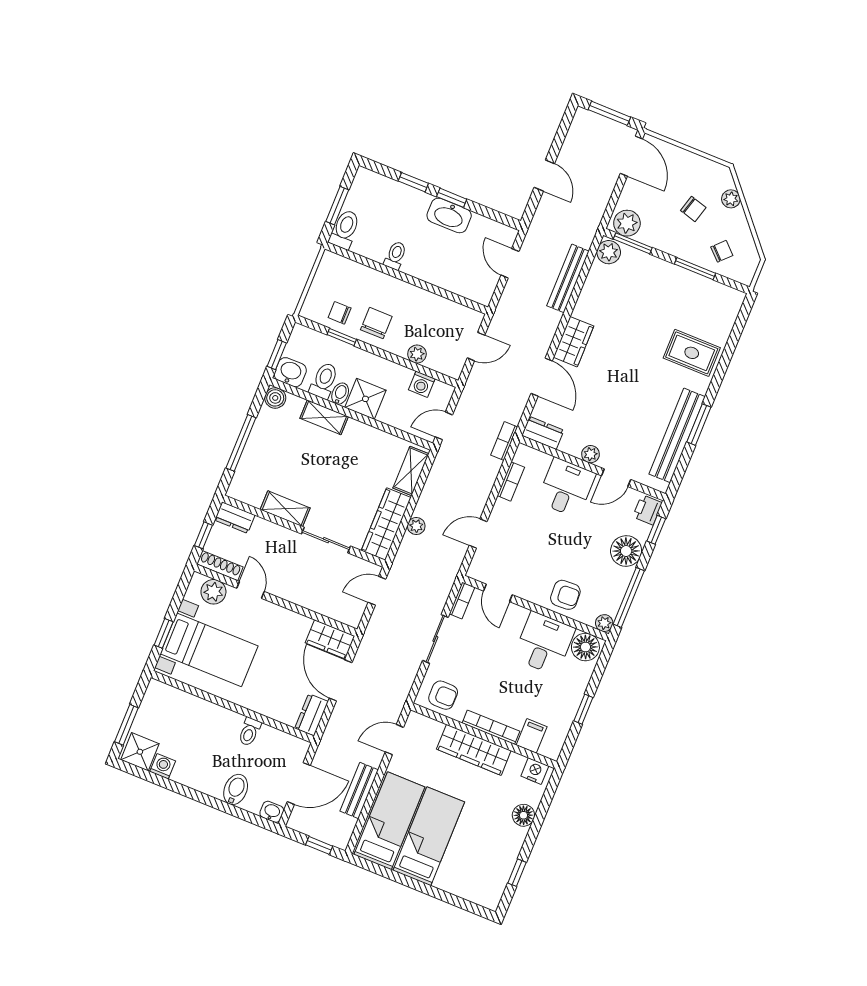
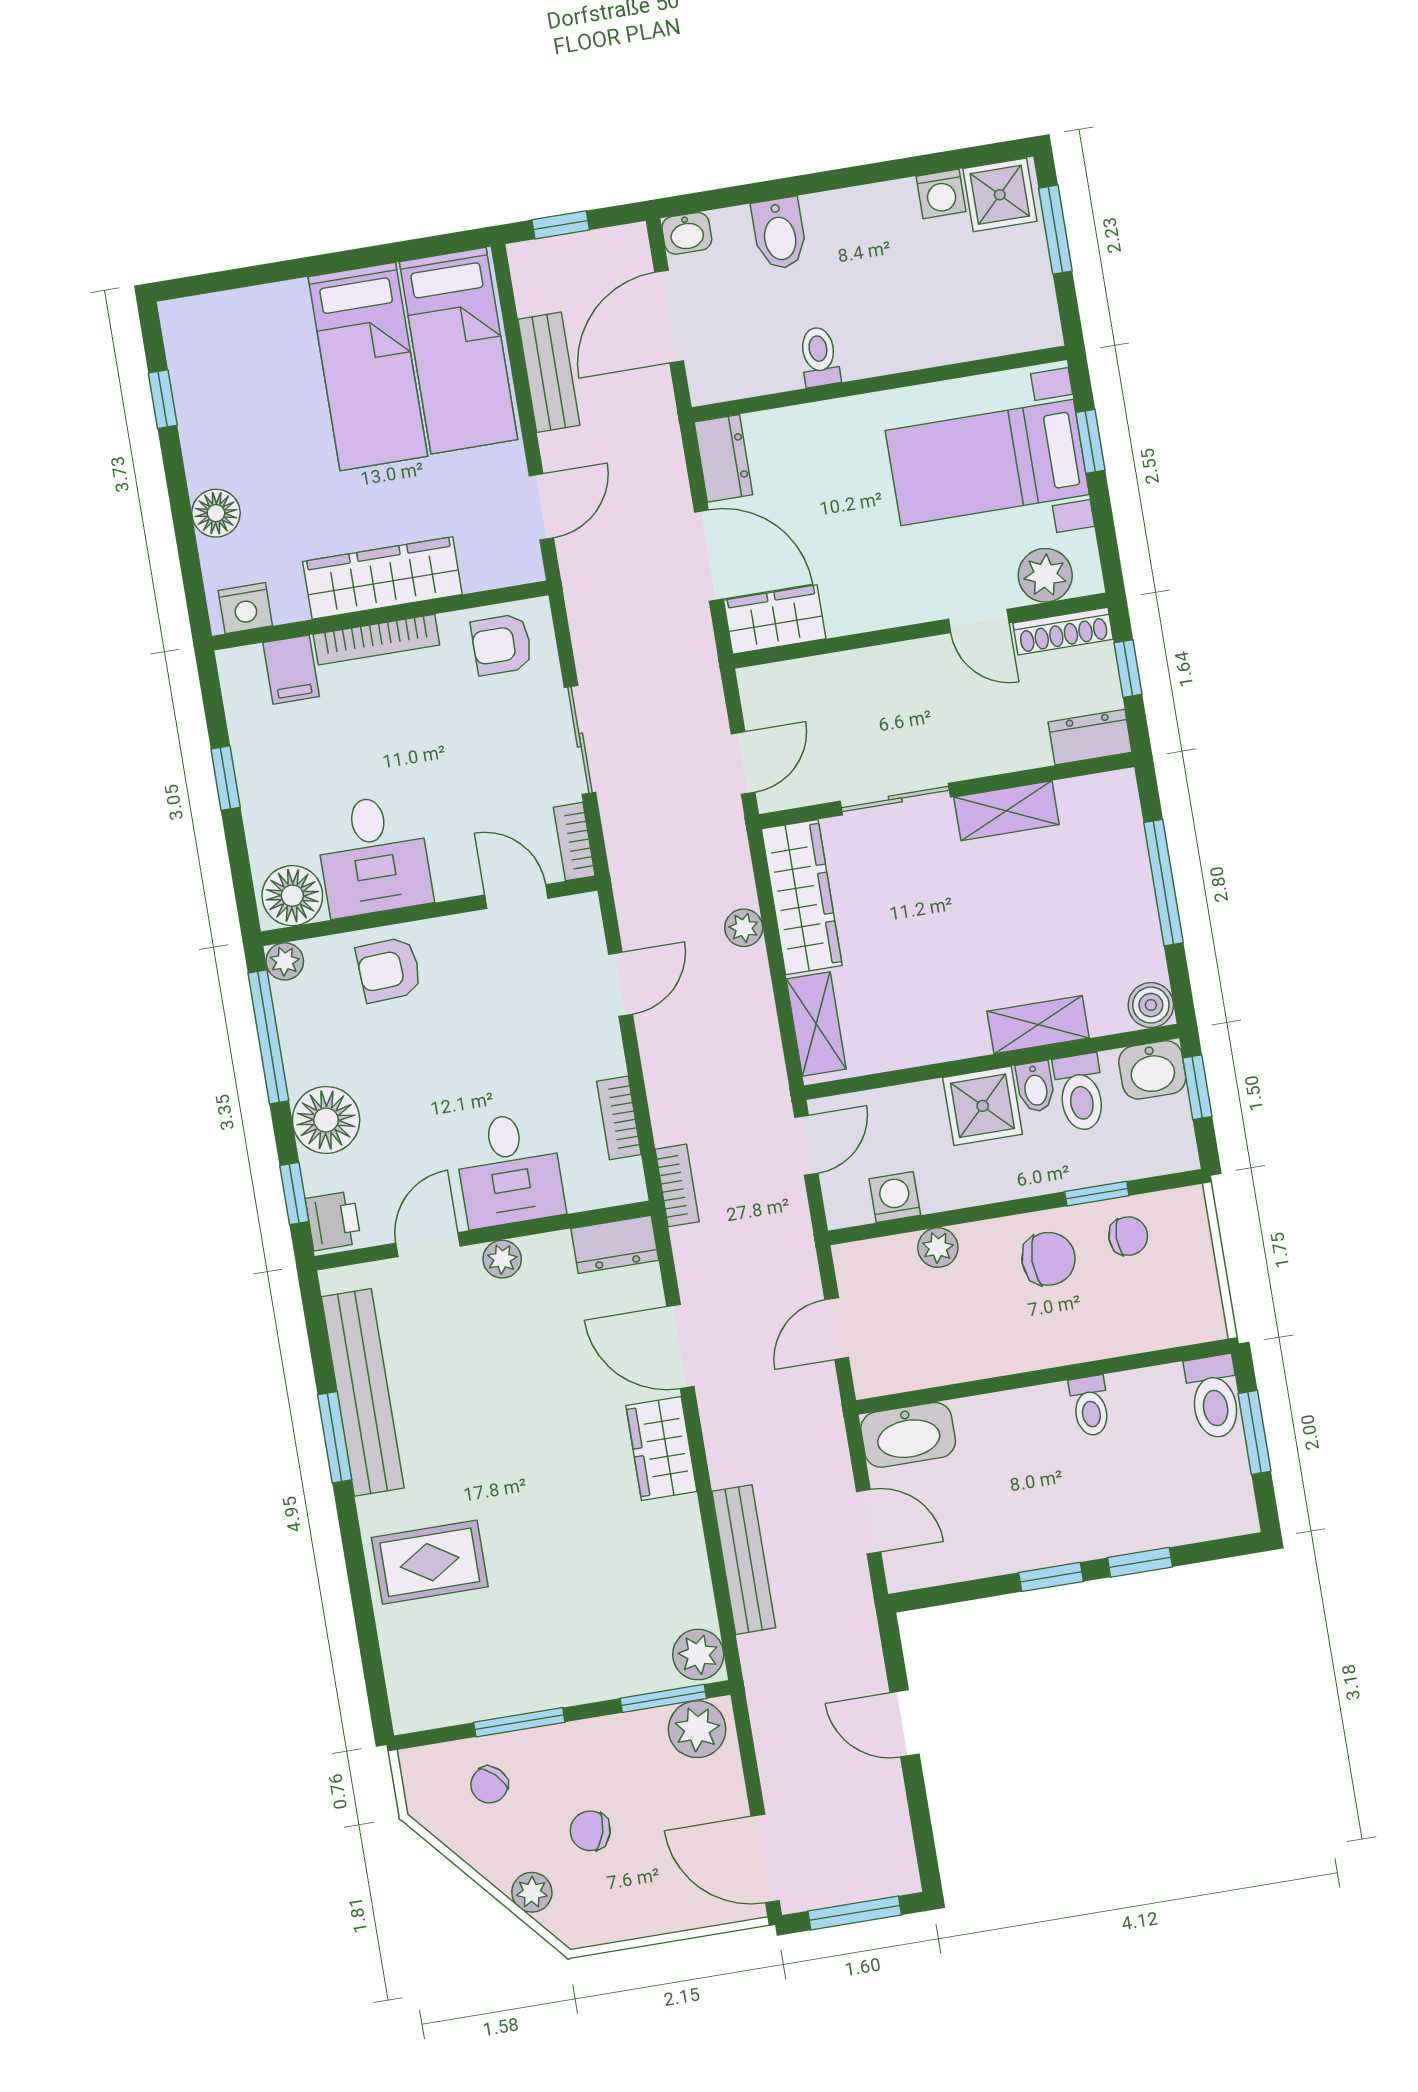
washbasin: (449, 215) -> (908, 1435), moved, turned 180
chair: (376, 323) -> (1048, 1259), turned -90

